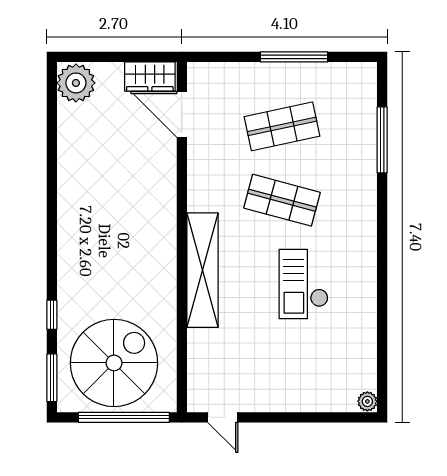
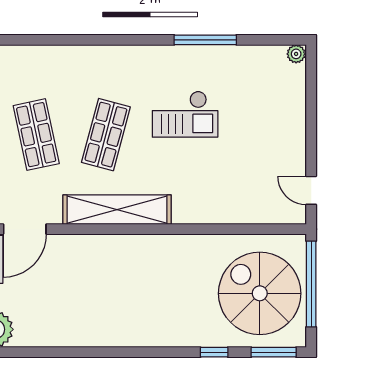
window: (382, 140) -> (205, 40), moved
shelving: (203, 270) -> (117, 210), moved
door: (223, 417) -> (311, 190), swing flipped

